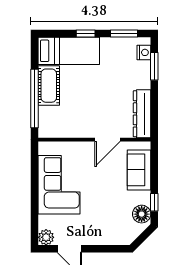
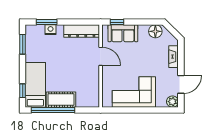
window: (86, 33) -> (23, 91), moved
nightstand: (144, 52) -> (51, 30), moved
window: (35, 99) -> (53, 110), moved
window: (154, 202) -> (117, 22), moved
fireplace: (107, 239) -> (174, 57), added

